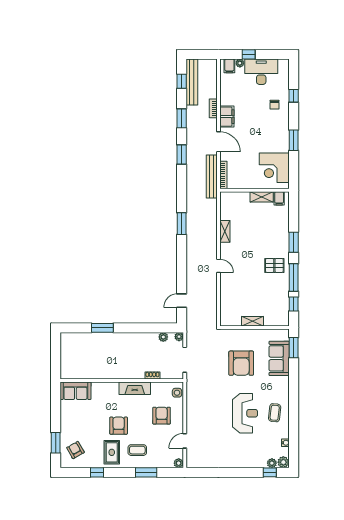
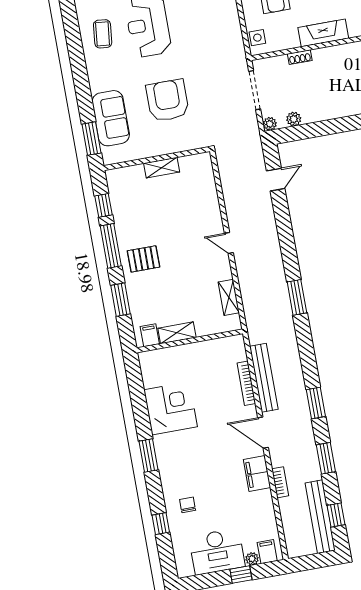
wall: (254, 190) -> (190, 341), moved
shelving: (262, 197) -> (177, 333), moved
filing cabinet: (279, 198) -> (150, 335), moved

